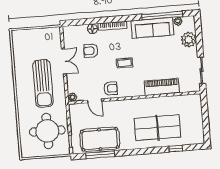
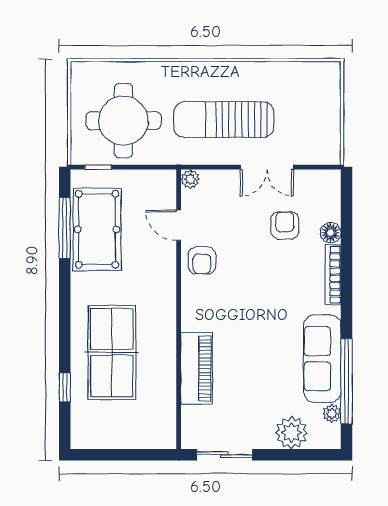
coffee table: (125, 63) -> (253, 294), removed
door: (95, 101) -> (179, 225), hinge flipped

